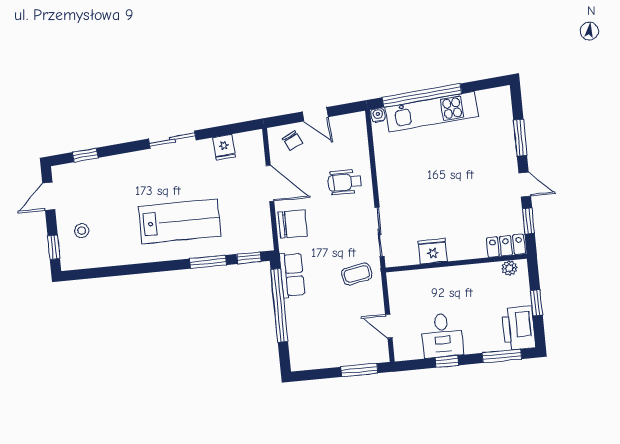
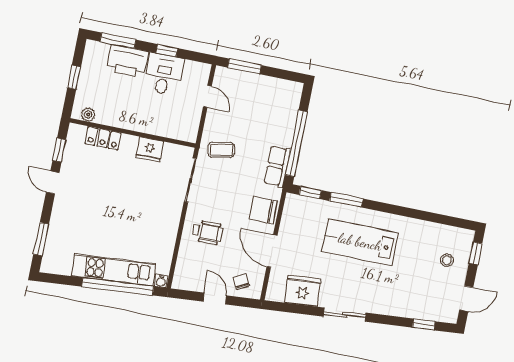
window: (520, 138) -> (41, 239), moved
fridge: (224, 147) -> (303, 291), width x1.88, depth x1.34
locker: (506, 246) -> (103, 138), moved
printer: (519, 328) -> (127, 61), moved, turned 90

